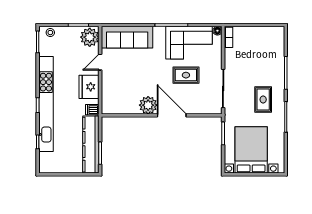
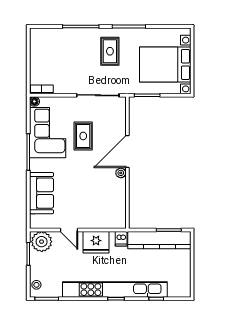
sofa: (127, 37) -> (41, 193), width x0.73
rug: (263, 99) -> (110, 51), turned 90
plant: (148, 105) -> (121, 173), width x0.53, depth x0.53

